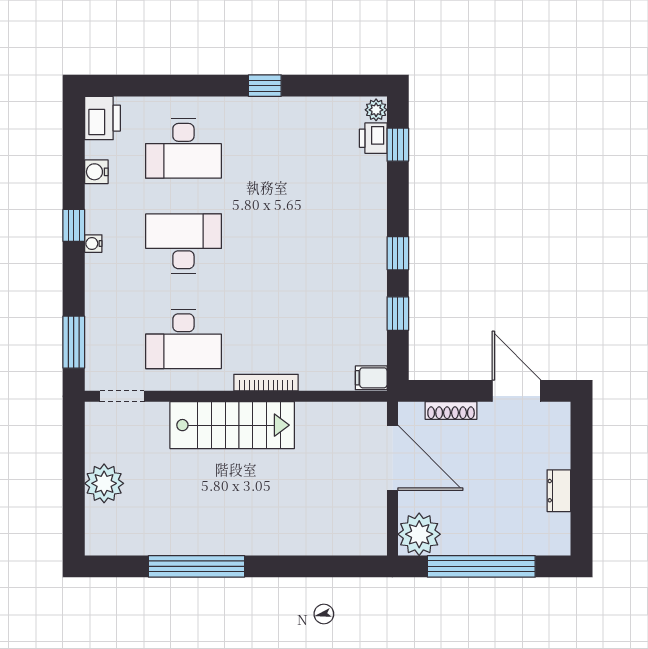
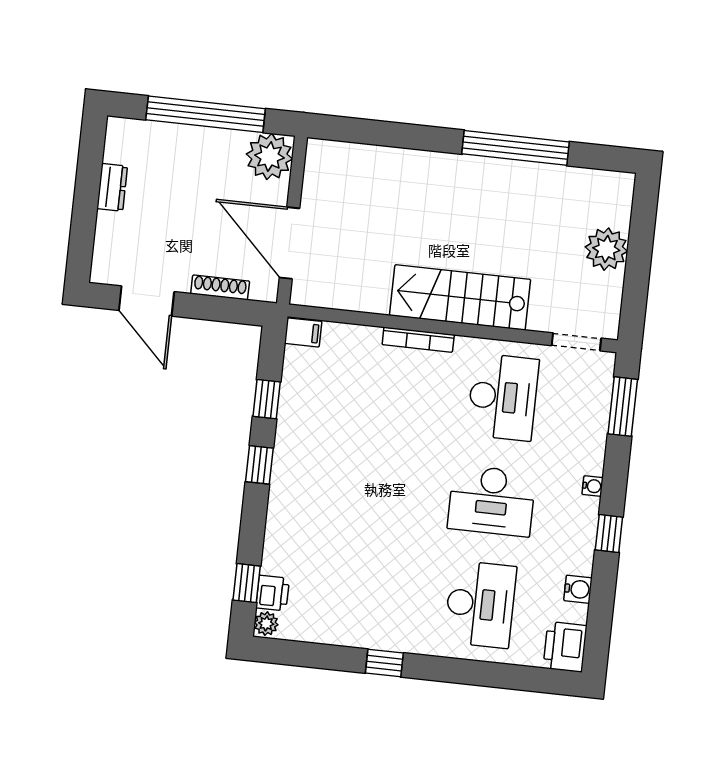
desk: (183, 148) -> (480, 604), turned 90
water cooler: (93, 244) -> (593, 486), moved
desk: (183, 339) -> (503, 397), turned 90

